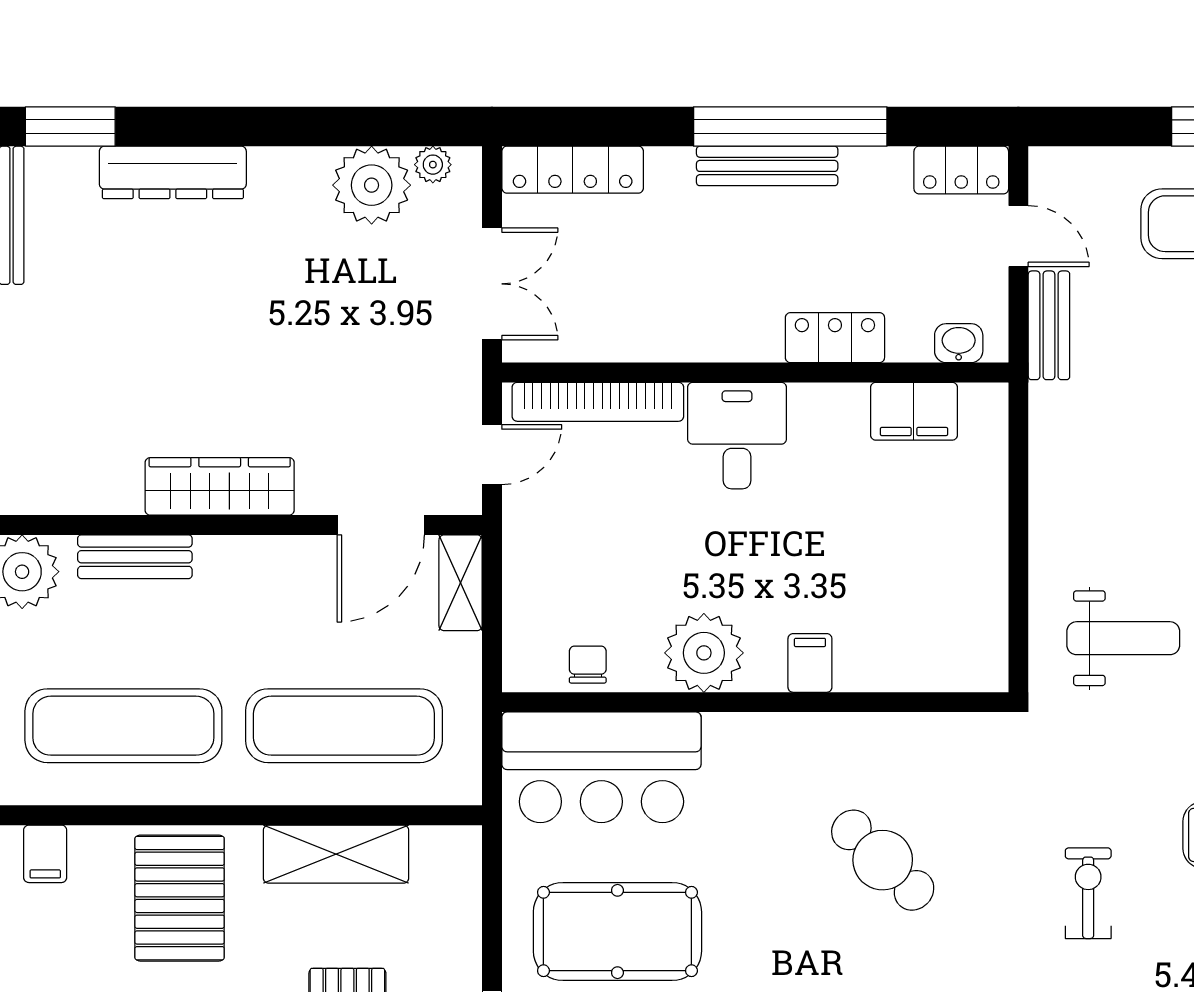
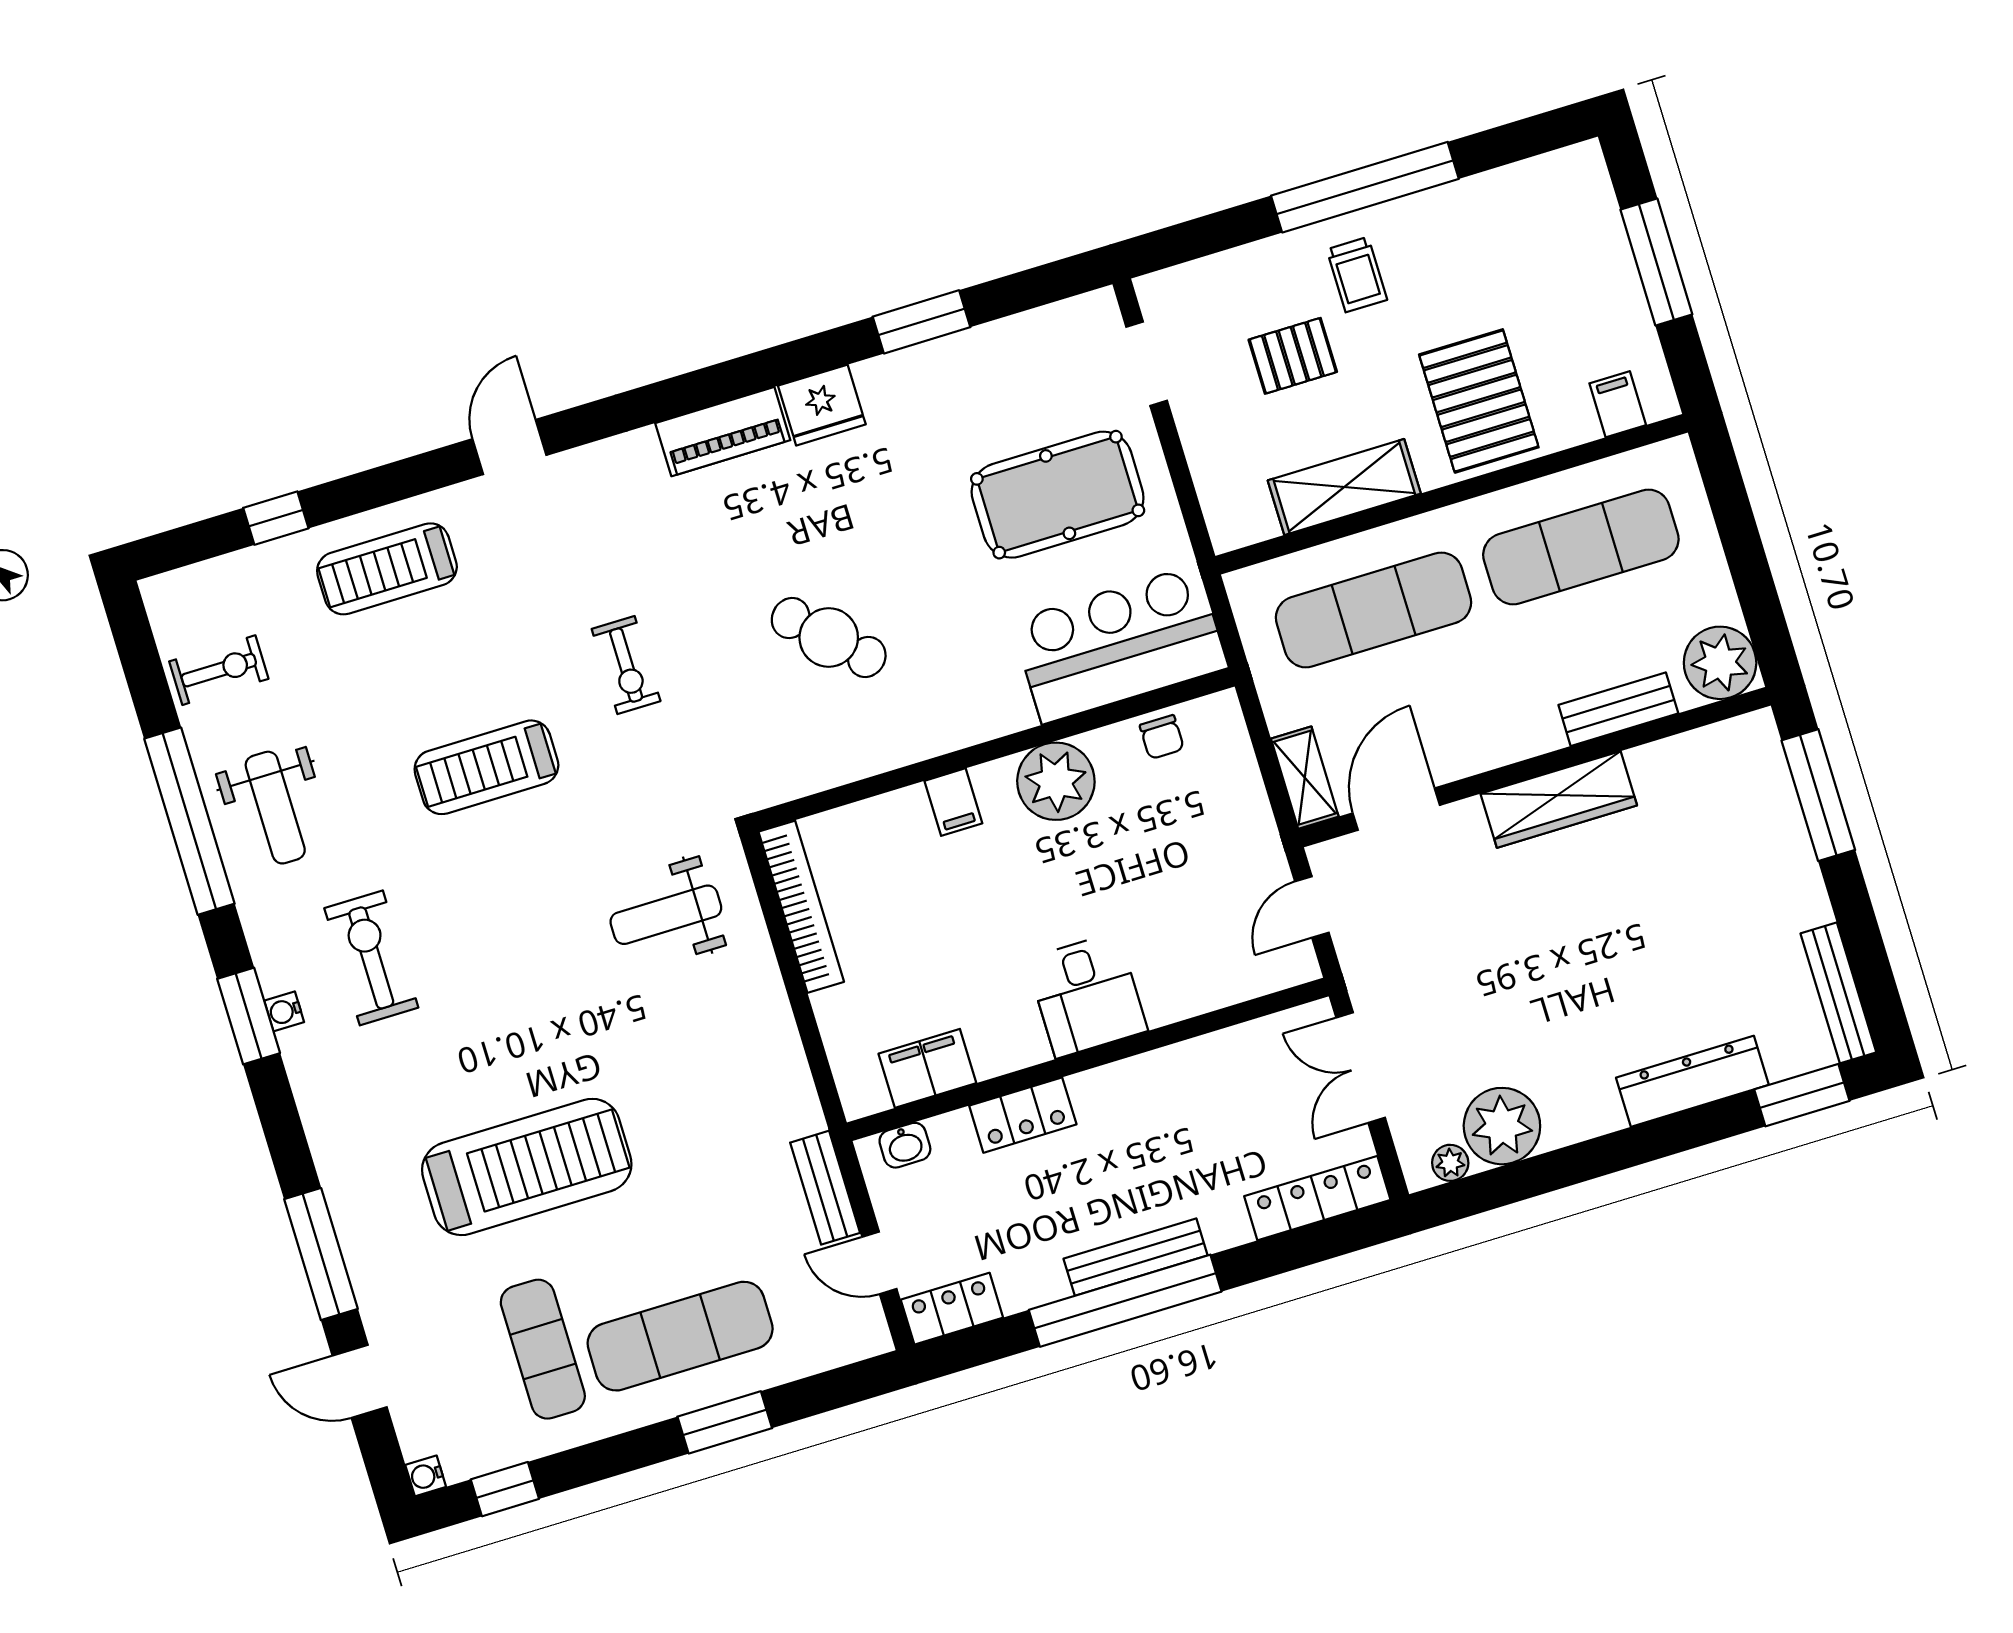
bookcase: (598, 402) -> (801, 907), moved, turned 90

